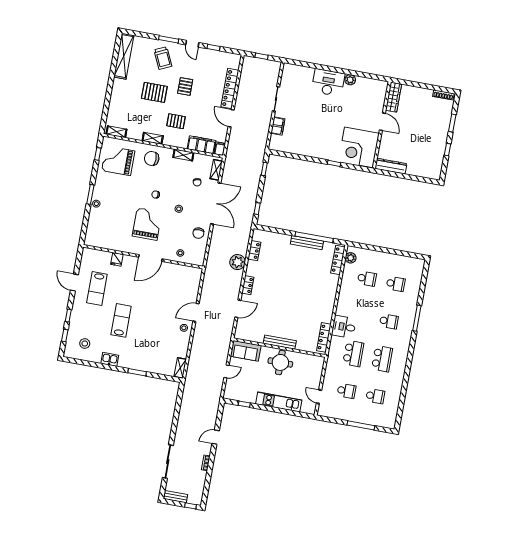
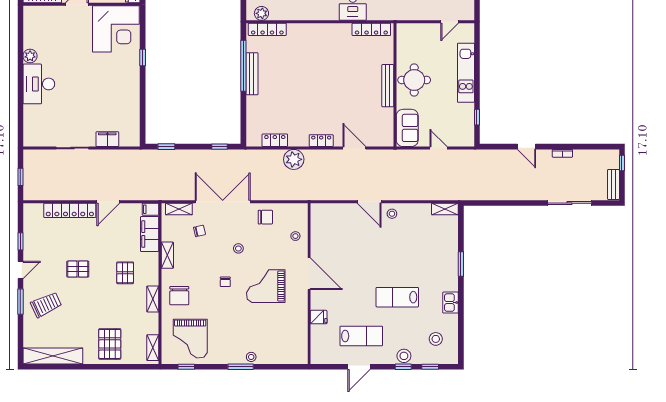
pallet: (154, 92) -> (110, 344), moved
stool: (76, 317) -> (404, 356), added

